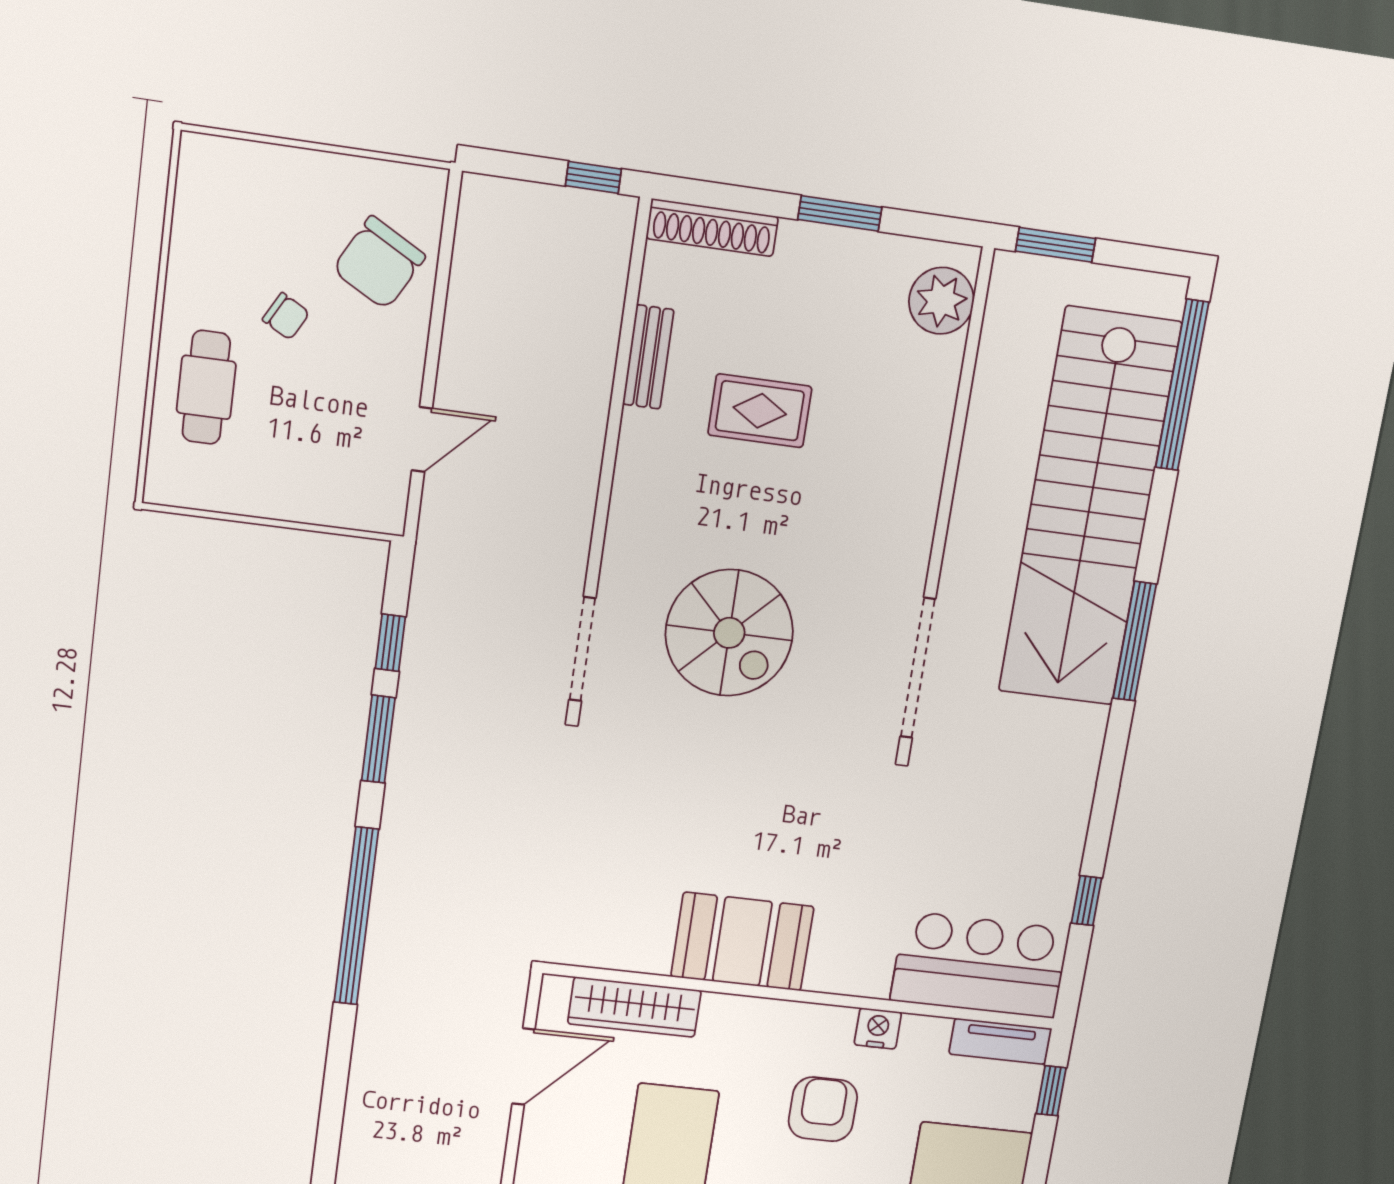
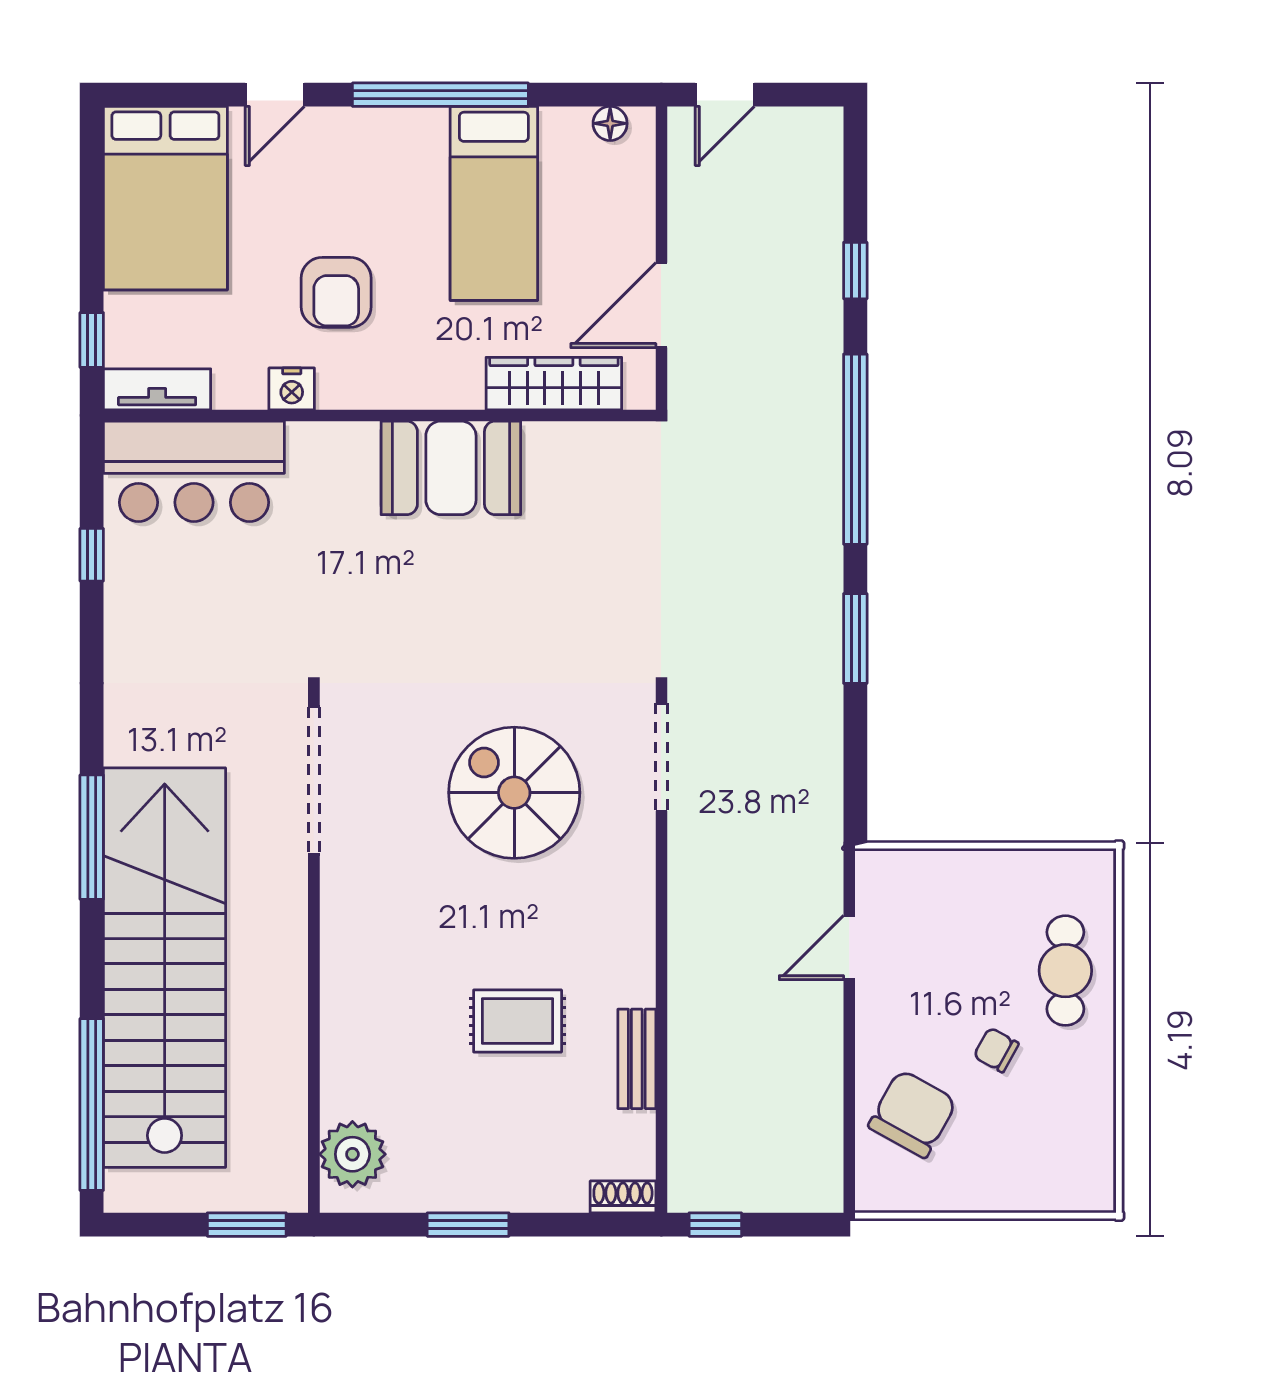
shoe rack: (712, 228) -> (623, 1197), width x0.51, depth x0.81
window: (390, 643) -> (855, 271), moved

